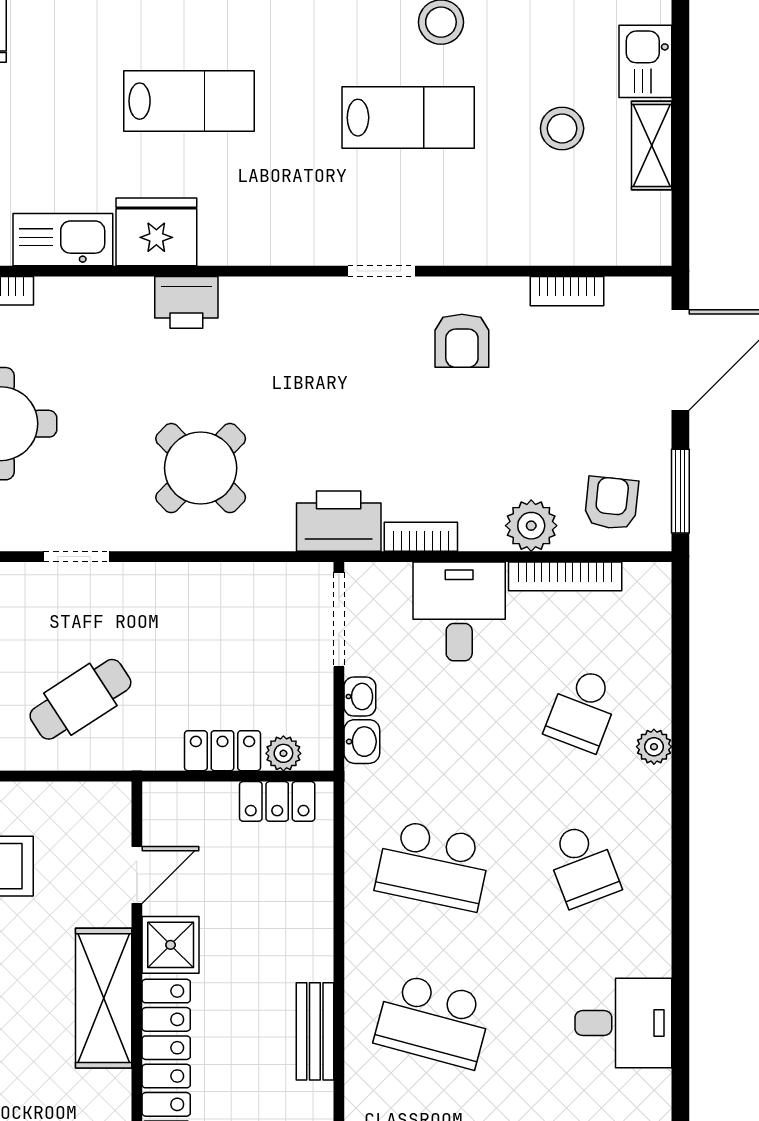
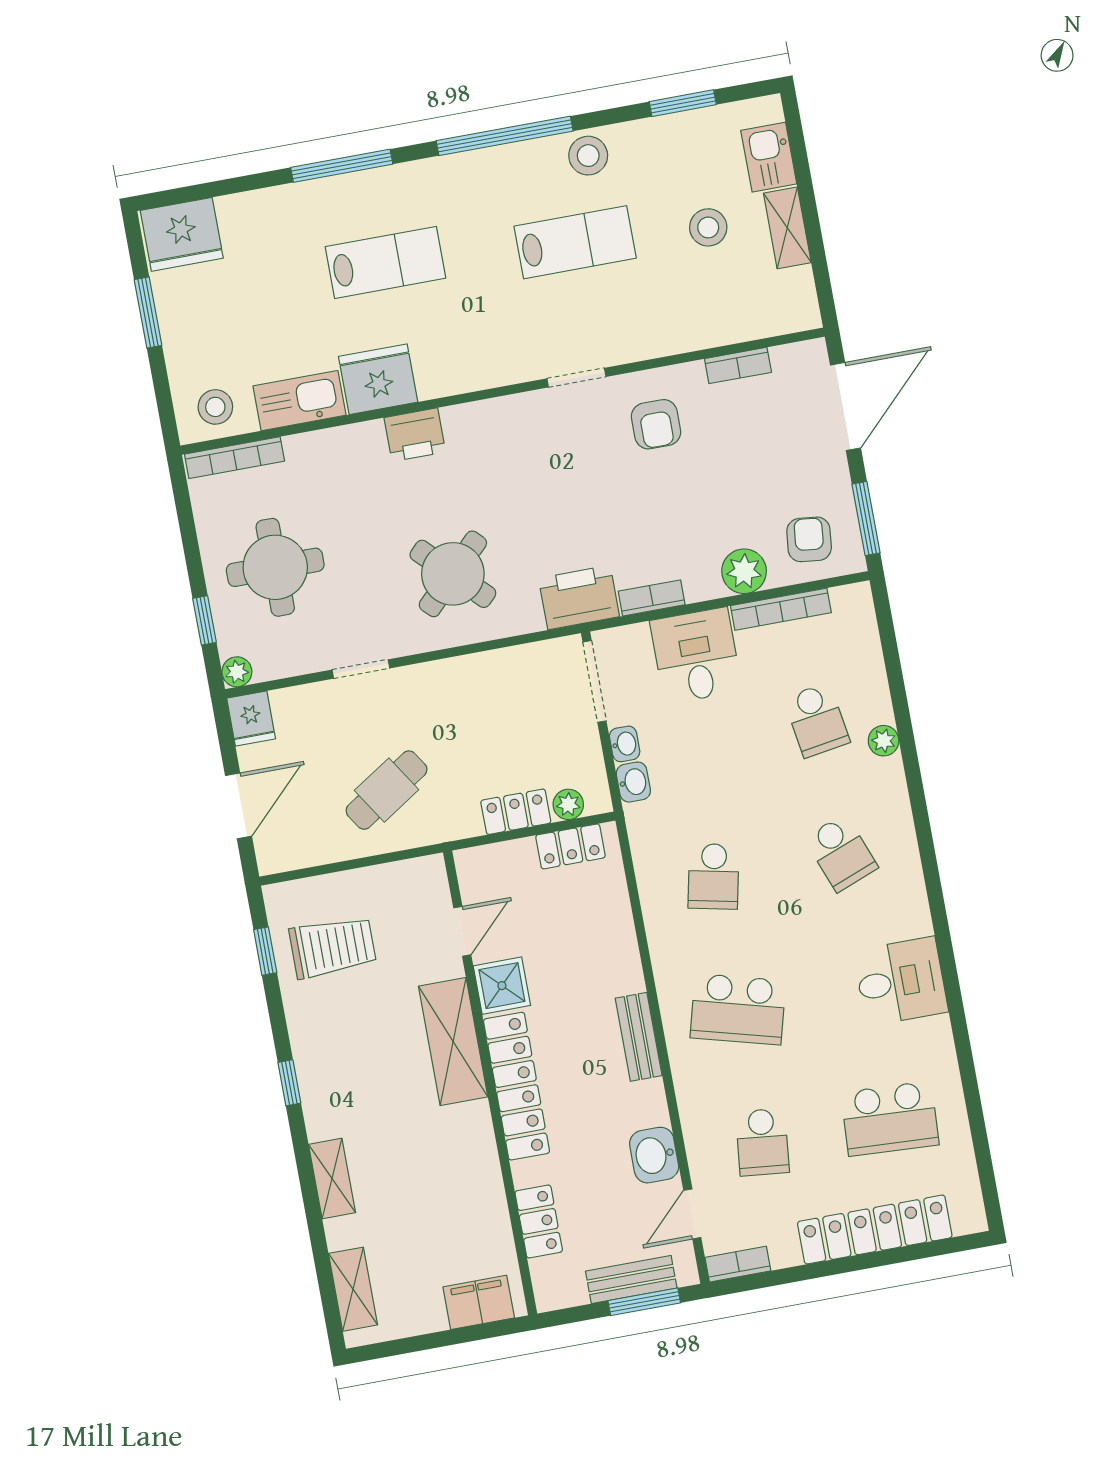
school desk: (583, 710) -> (817, 720), turned -30
school desk: (433, 865) -> (714, 876), width x0.54

